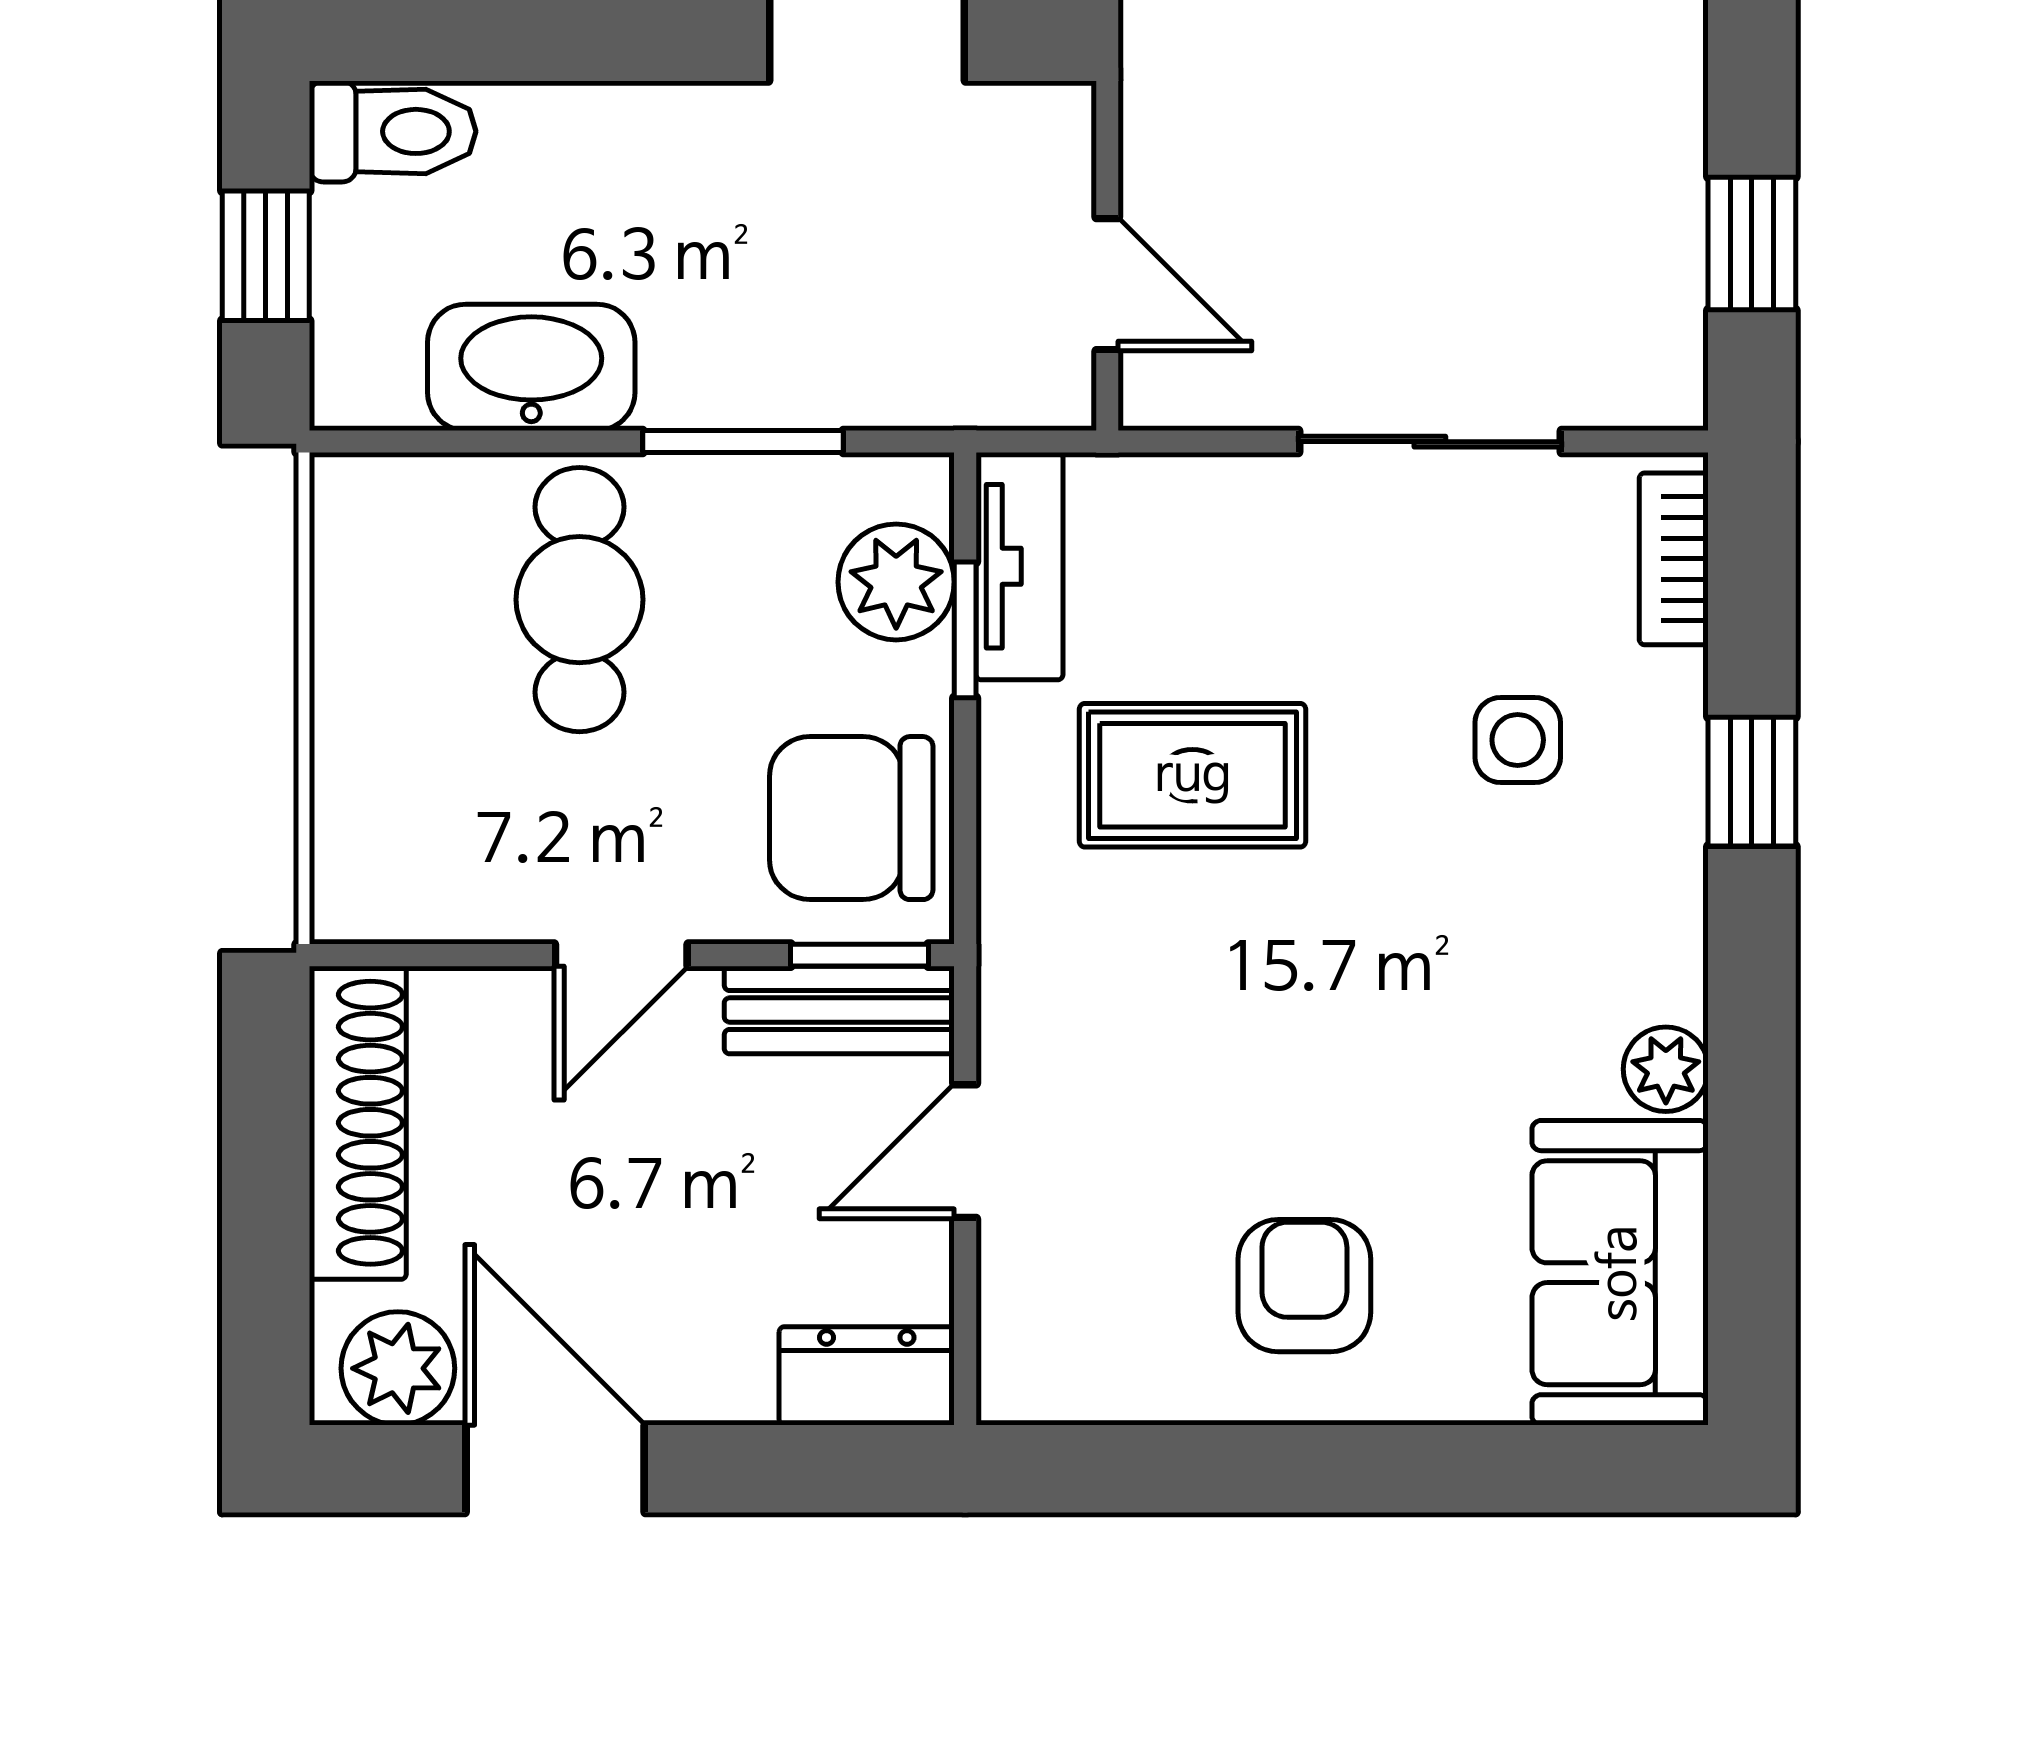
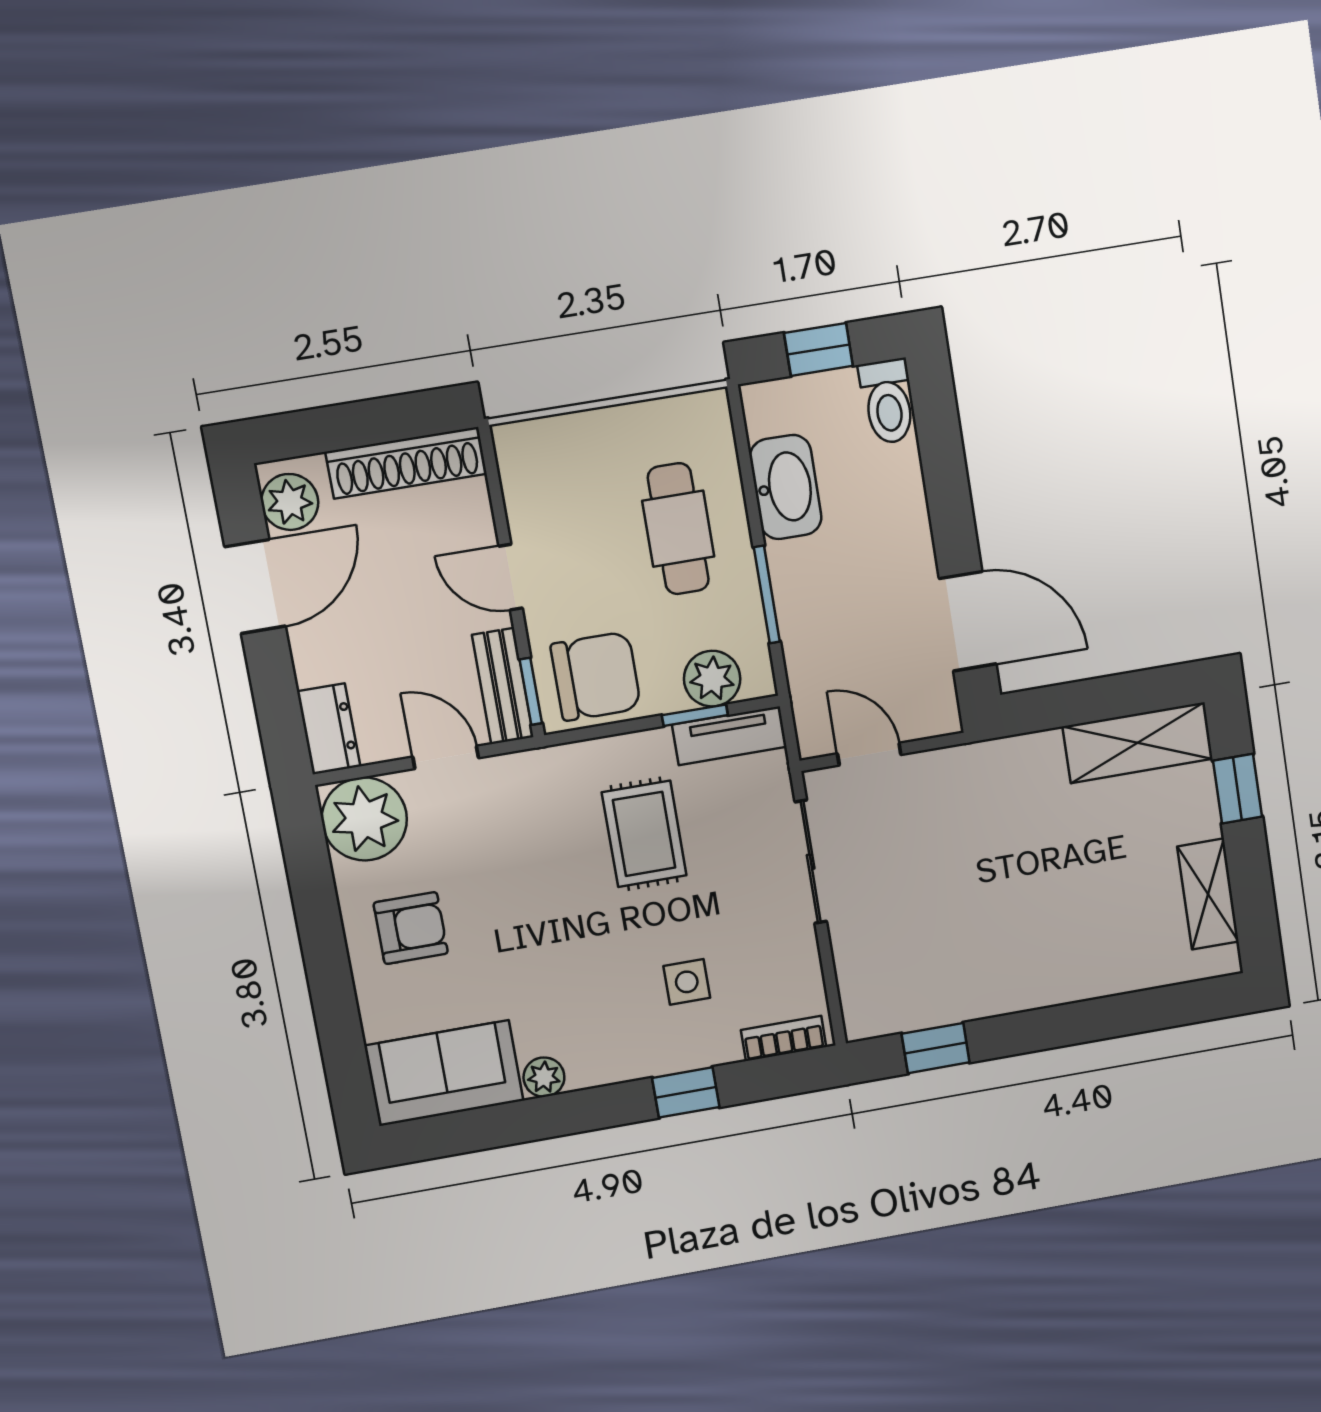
door: (1107, 284) -> (869, 754), swing flipped
sliding door: (1430, 442) -> (811, 862), moved
cafe table: (579, 600) -> (678, 529), turned 90
chair: (851, 818) -> (596, 676), turned 90
plant: (1063, 1338) -> (364, 819), added

